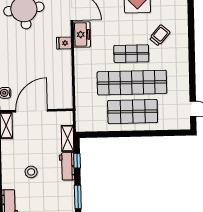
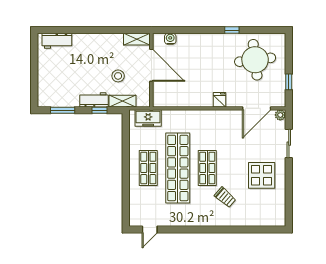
freezer: (82, 34) -> (148, 118), moved
shop shelf: (133, 112) -> (148, 168), width x0.70, depth x0.74
stool: (31, 172) -> (118, 76), moved

